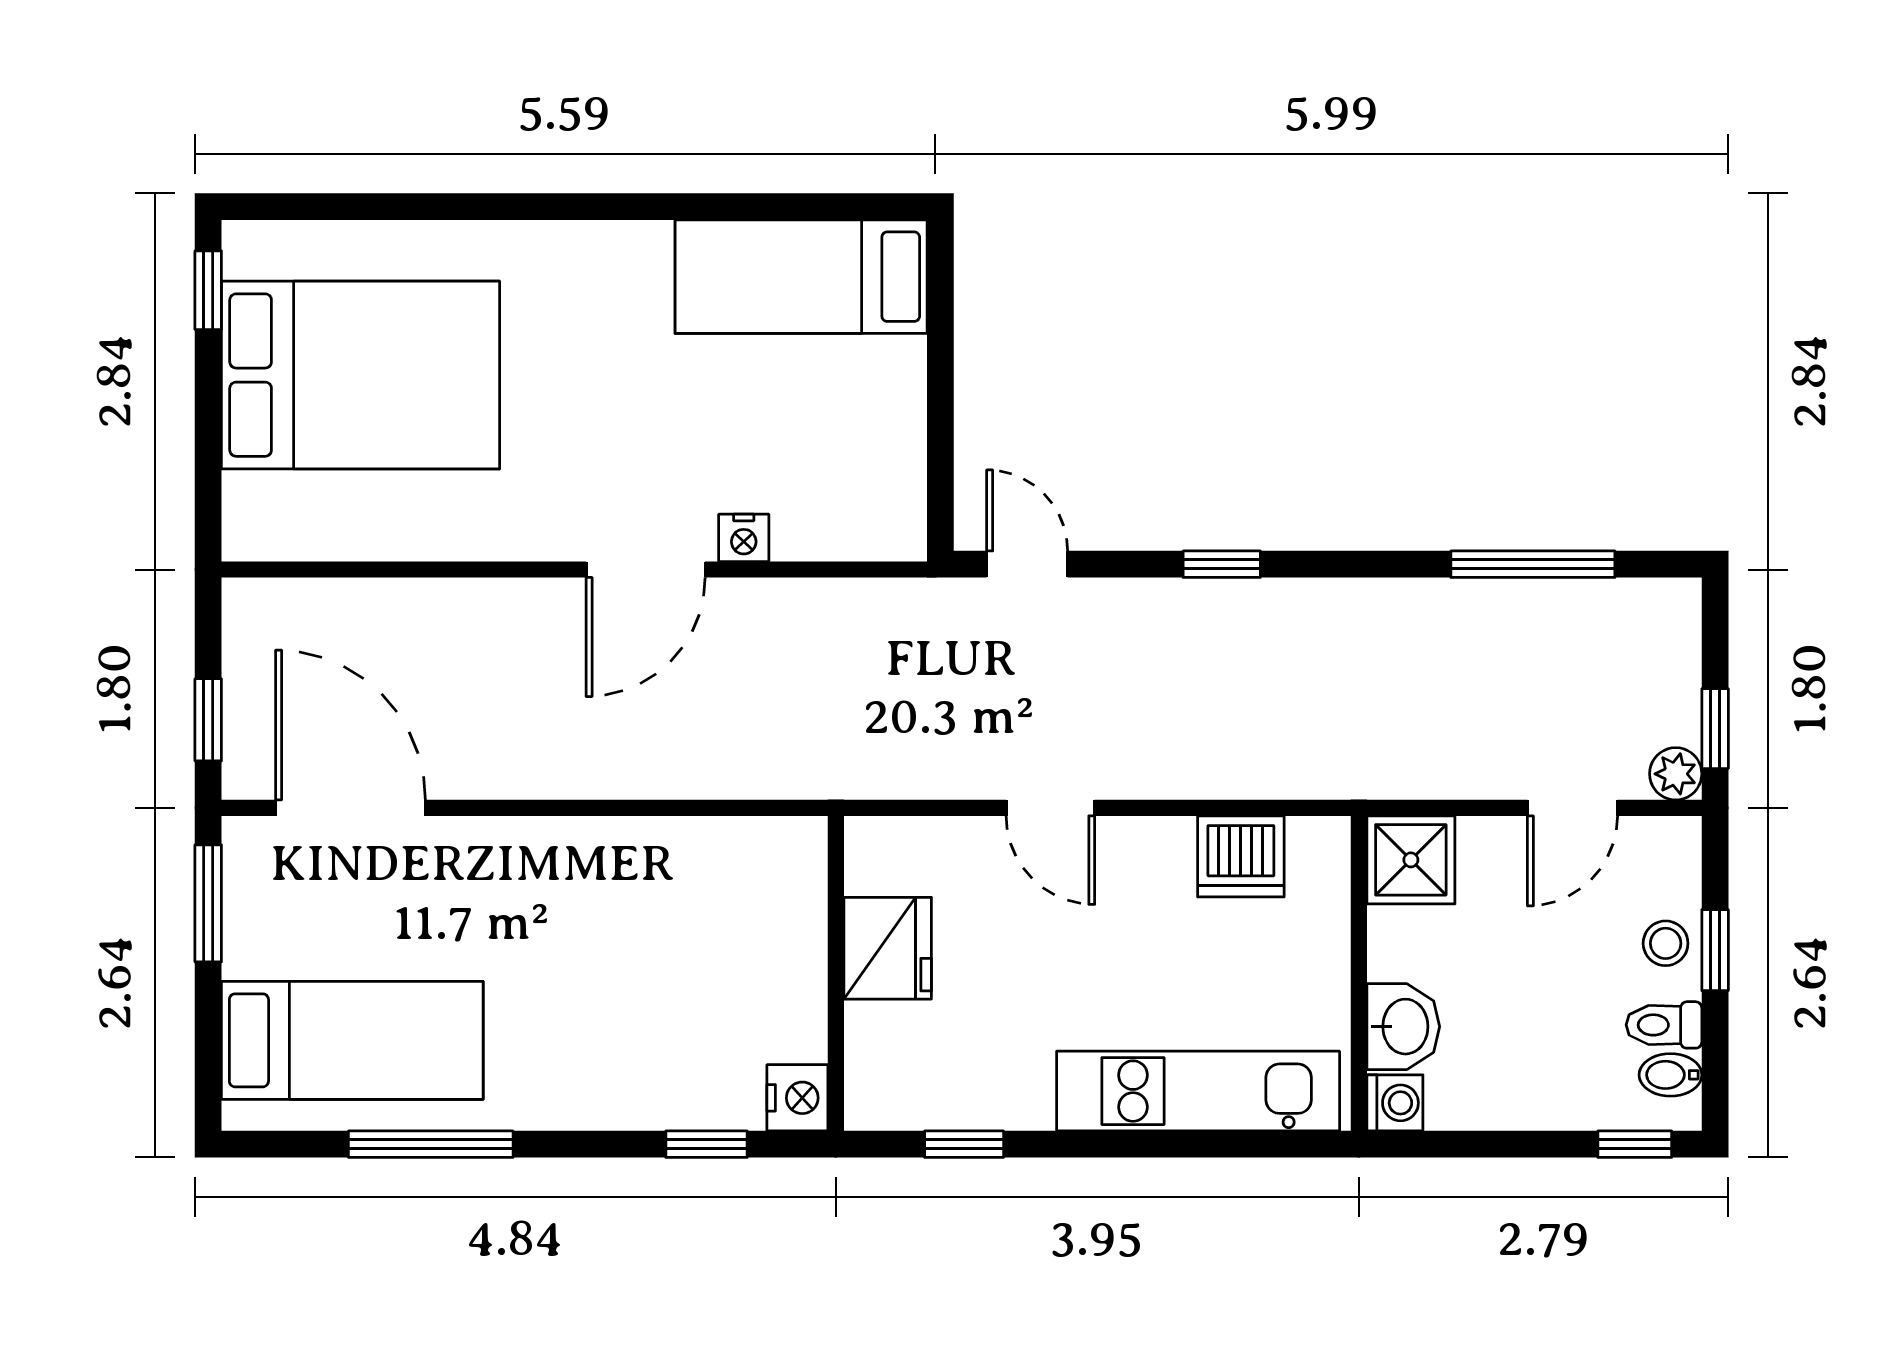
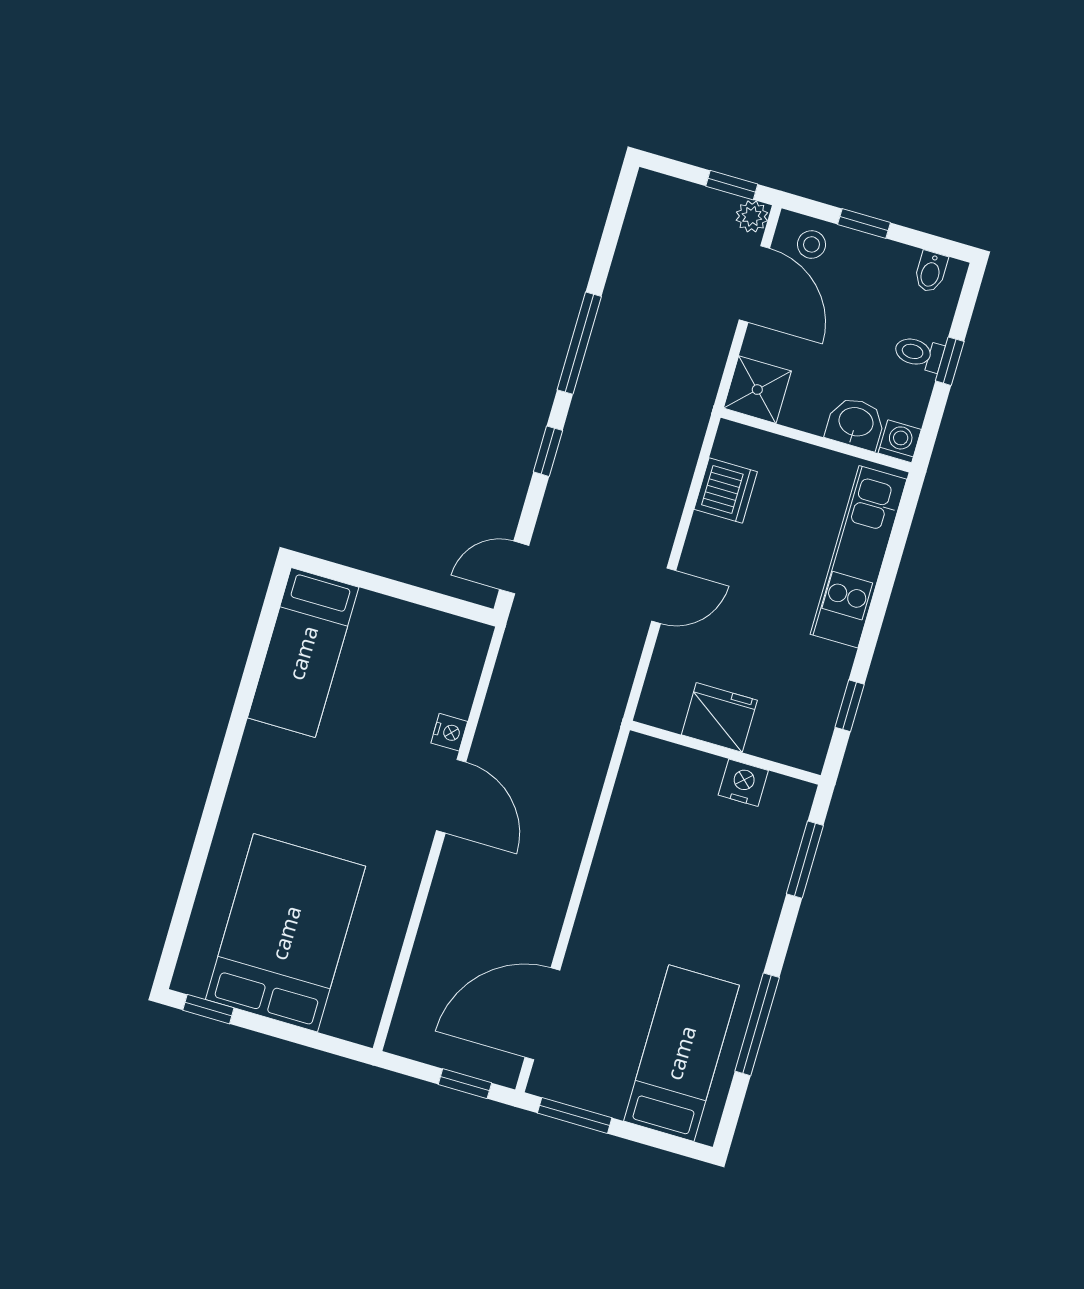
window: (1533, 564) -> (579, 343), moved
door: (1572, 808) -> (754, 284), width x1.38
stool: (1666, 943) -> (811, 244), moved
toilet: (1664, 1025) -> (919, 353), moved, turned 90
nightstand: (797, 1098) -> (743, 783), moved
window: (706, 1144) -> (805, 860), width x1.50
window: (1635, 1144) -> (950, 361), moved

